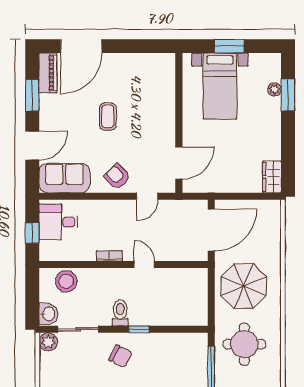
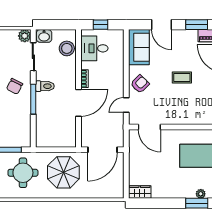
door: (147, 196) -> (126, 105), hinge flipped
desk: (58, 222) -> (94, 48), moved, turned -90
door: (211, 230) -> (103, 150), hinge flipped
door: (144, 264) -> (79, 103), width x1.88
window: (139, 329) -> (33, 99), width x2.17

